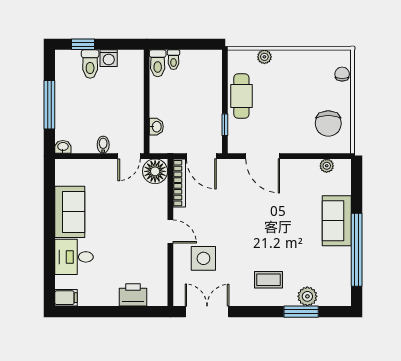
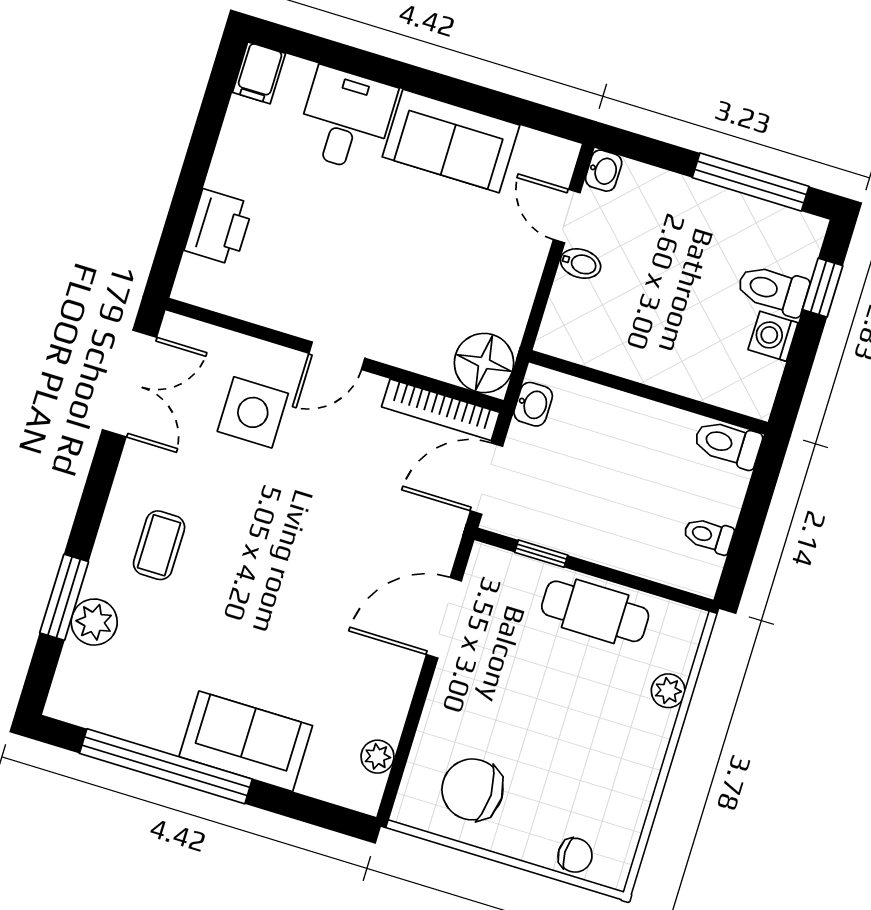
toilet: (173, 60) -> (708, 535), moved
window: (49, 105) -> (751, 182), moved
washbasin: (156, 127) -> (533, 404), moved, turned -90
door: (129, 156) -> (567, 216), moved

